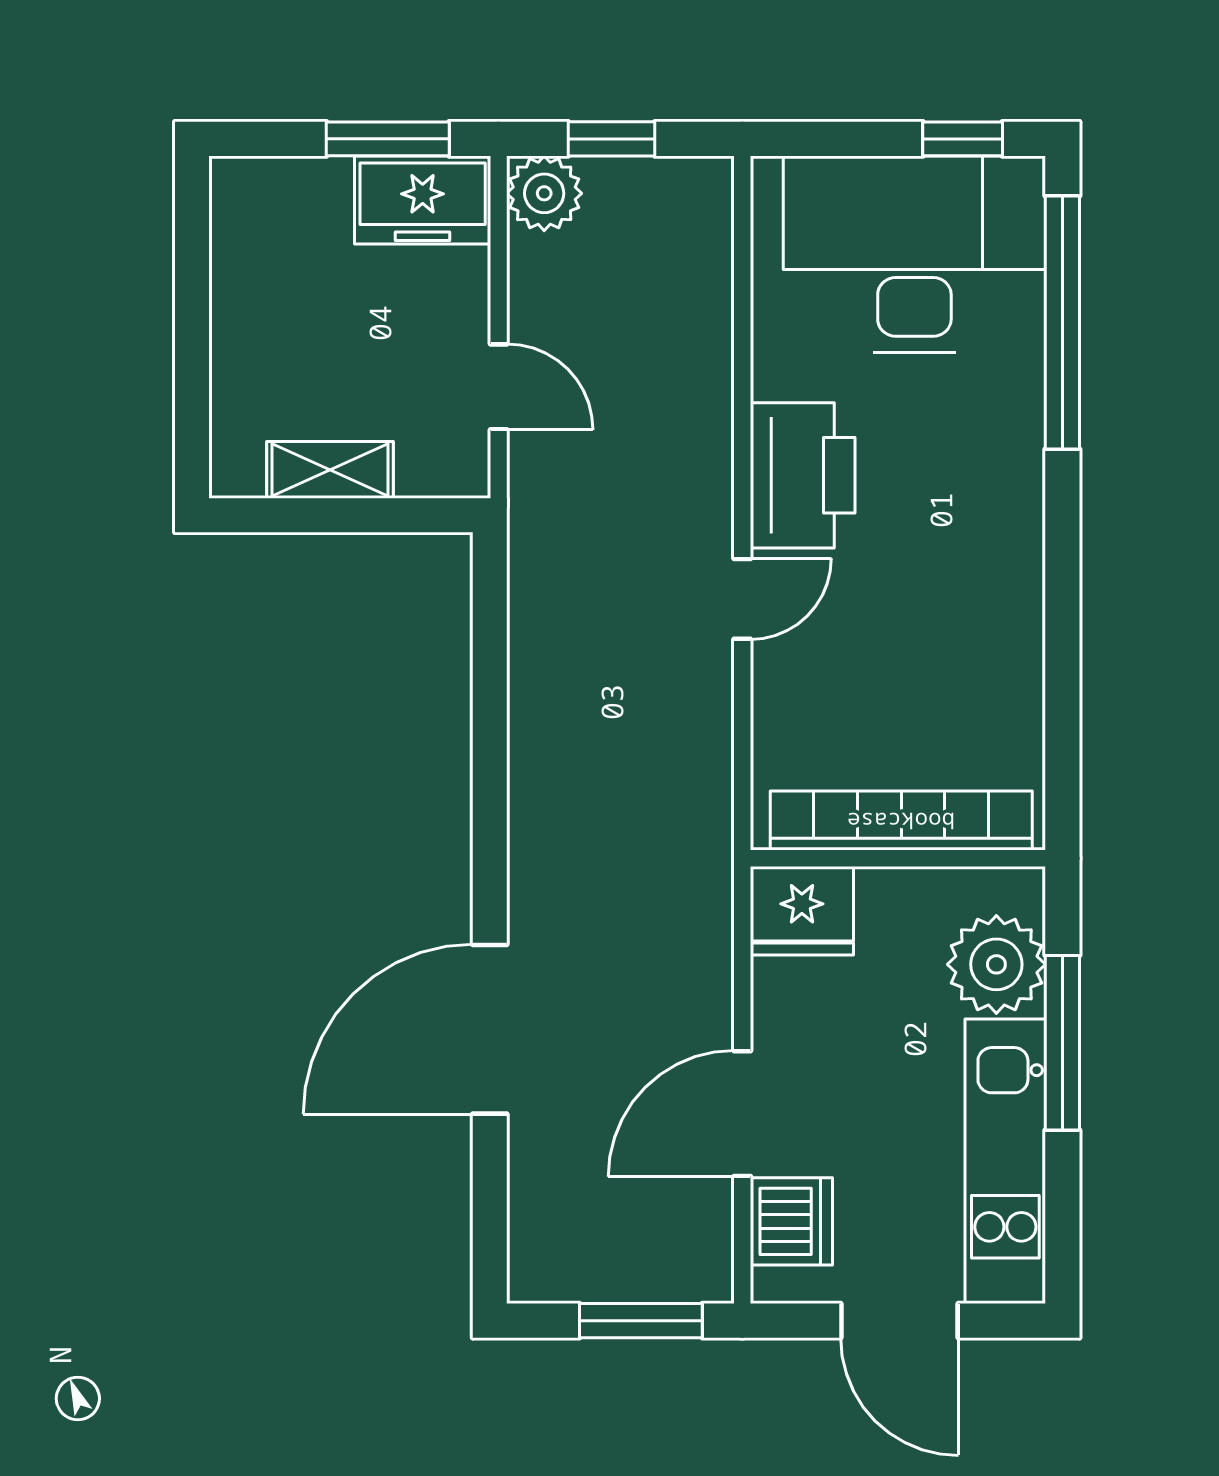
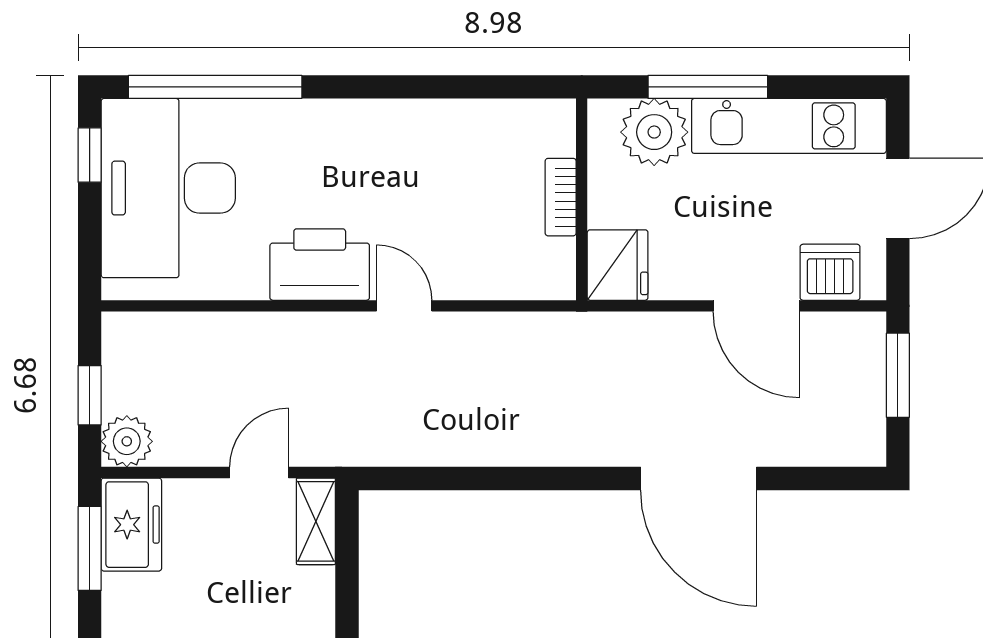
shelving: (330, 470) -> (316, 521), moved
bookcase: (901, 821) -> (561, 197), width x0.43, depth x0.76

